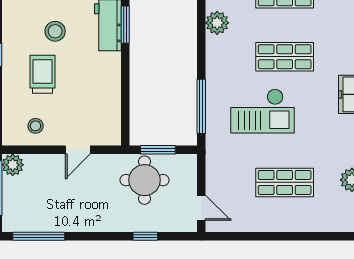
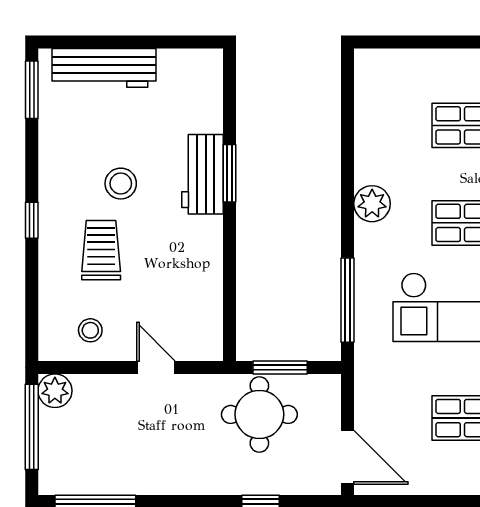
plant: (217, 23) -> (372, 204), moved
door: (78, 150) -> (156, 367), swing flipped
door: (201, 208) -> (348, 457), width x1.38

